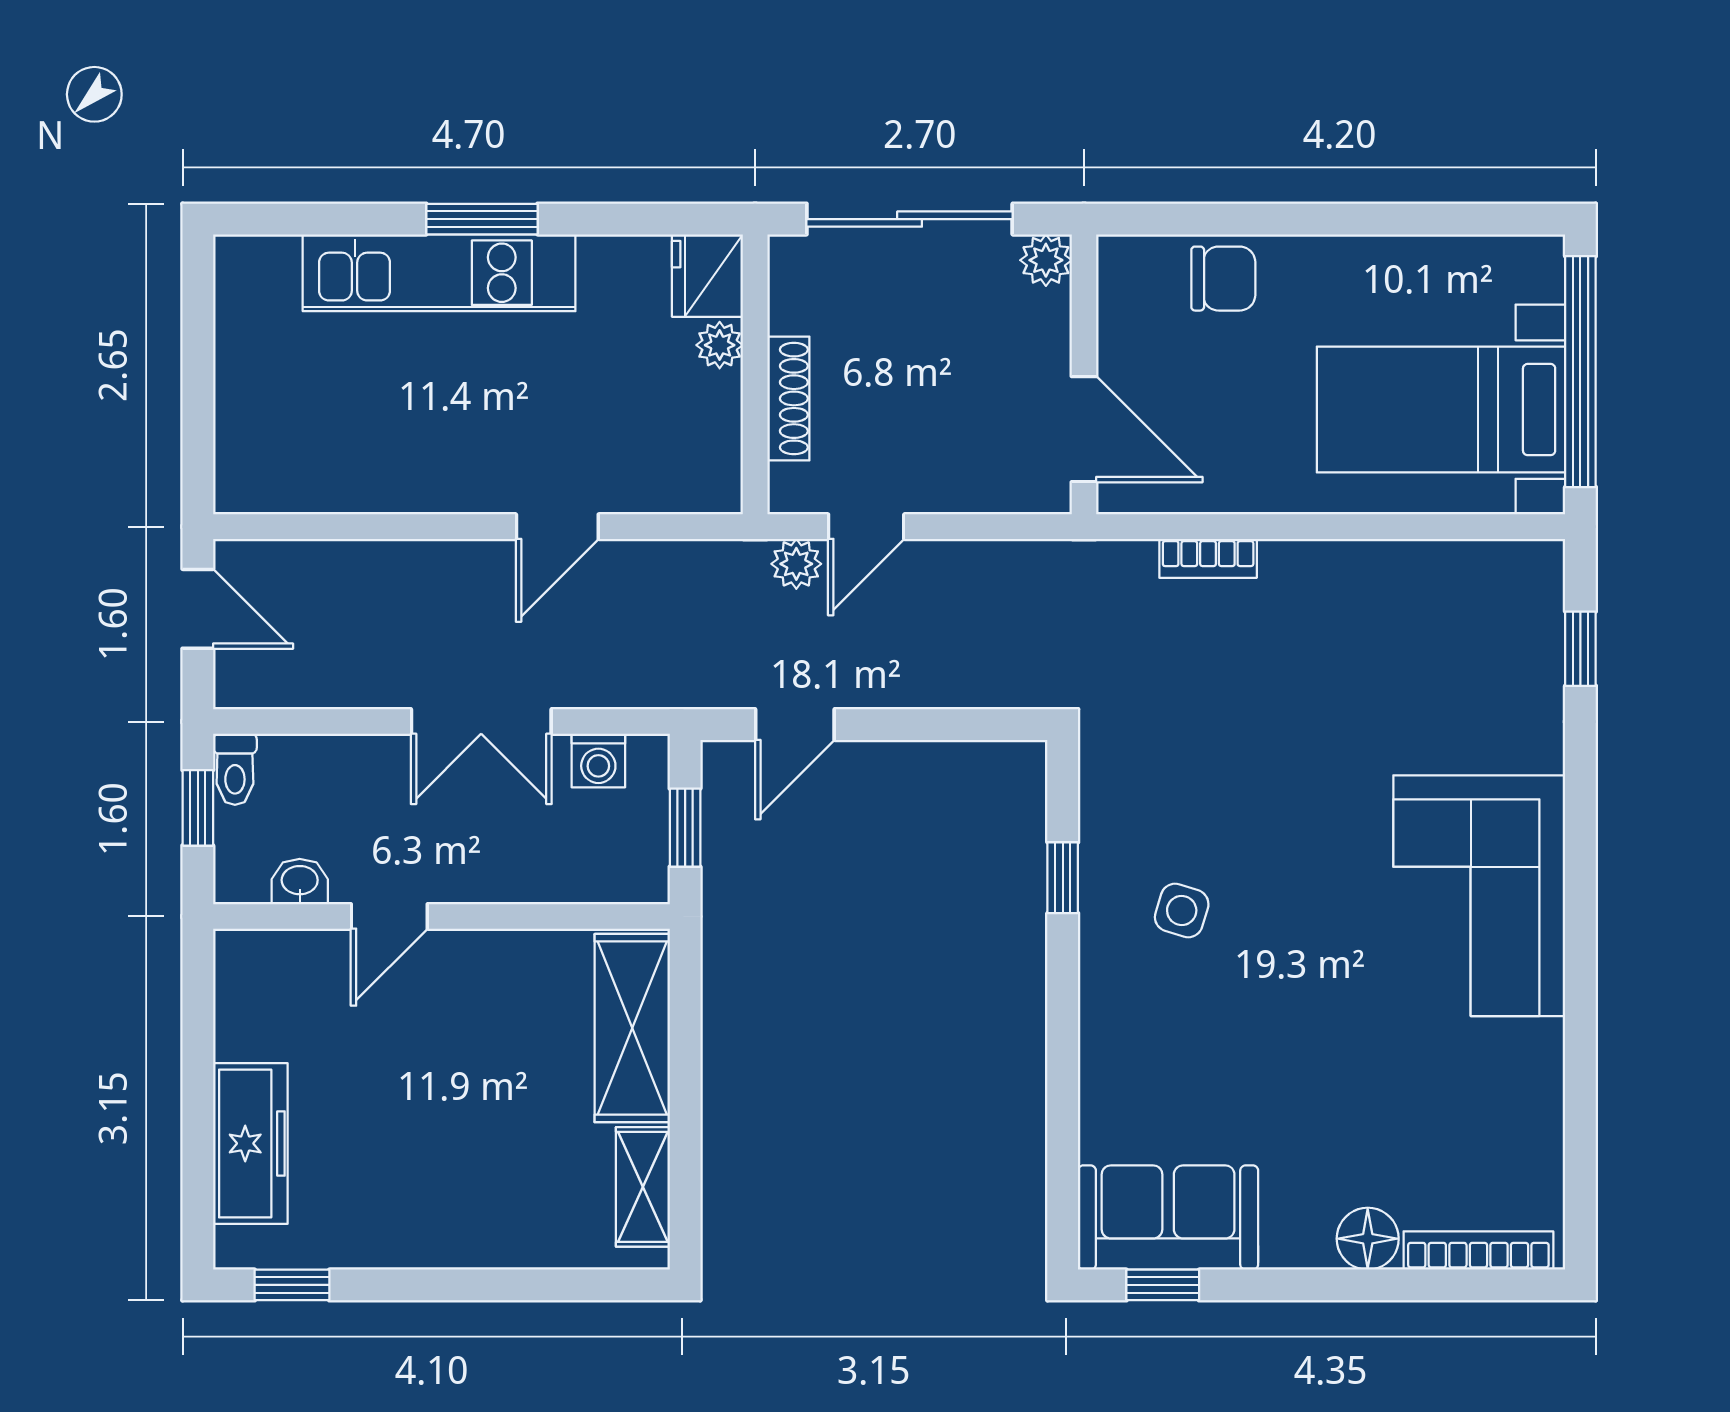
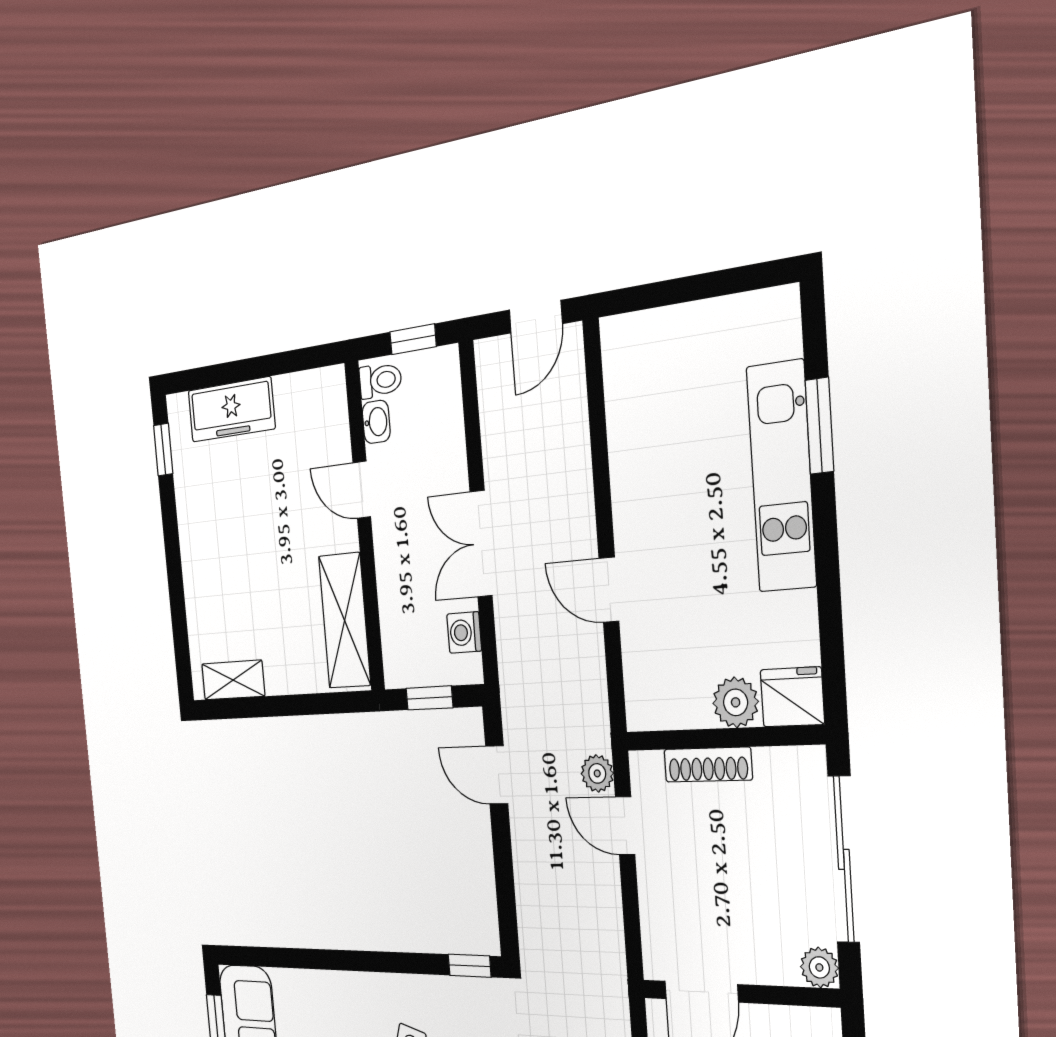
window: (482, 219) -> (819, 426), moved
plant: (720, 345) -> (736, 702), width x1.38, depth x1.38
toilet: (235, 769) -> (380, 380), moved, turned 180
window: (1063, 878) -> (470, 966), moved
shelving: (632, 1028) -> (345, 621), moved, turned 90

